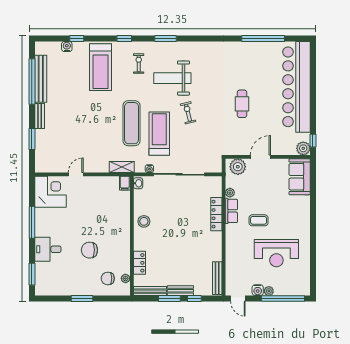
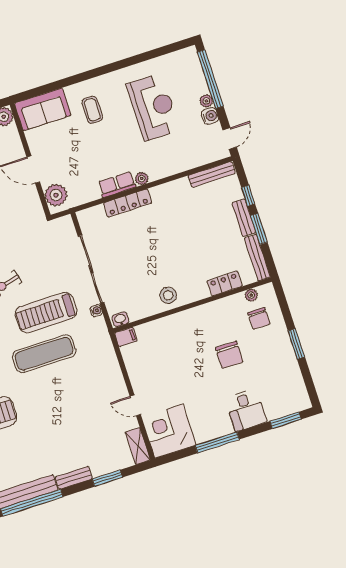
shelving: (122, 167) -> (138, 446), moved
plant: (230, 193) -> (142, 179), moved
coffee table: (259, 220) -> (92, 110), moved

